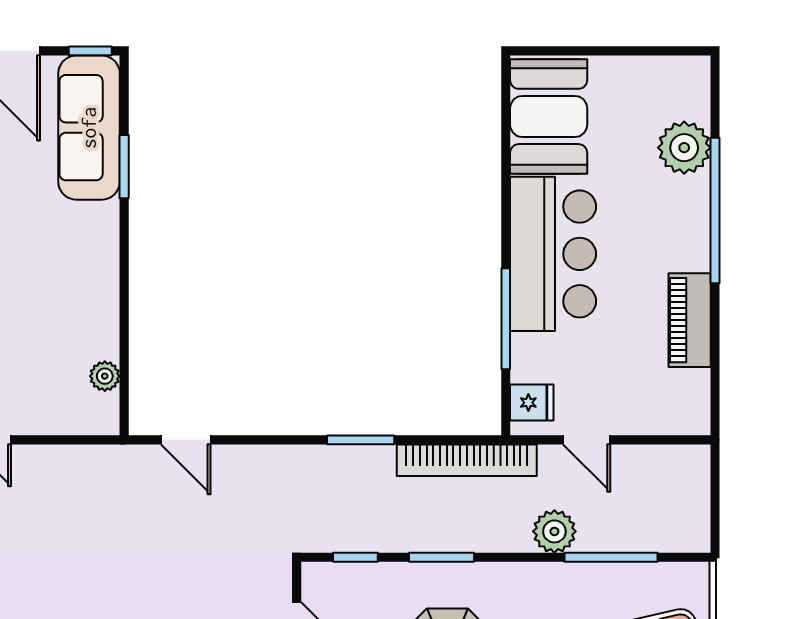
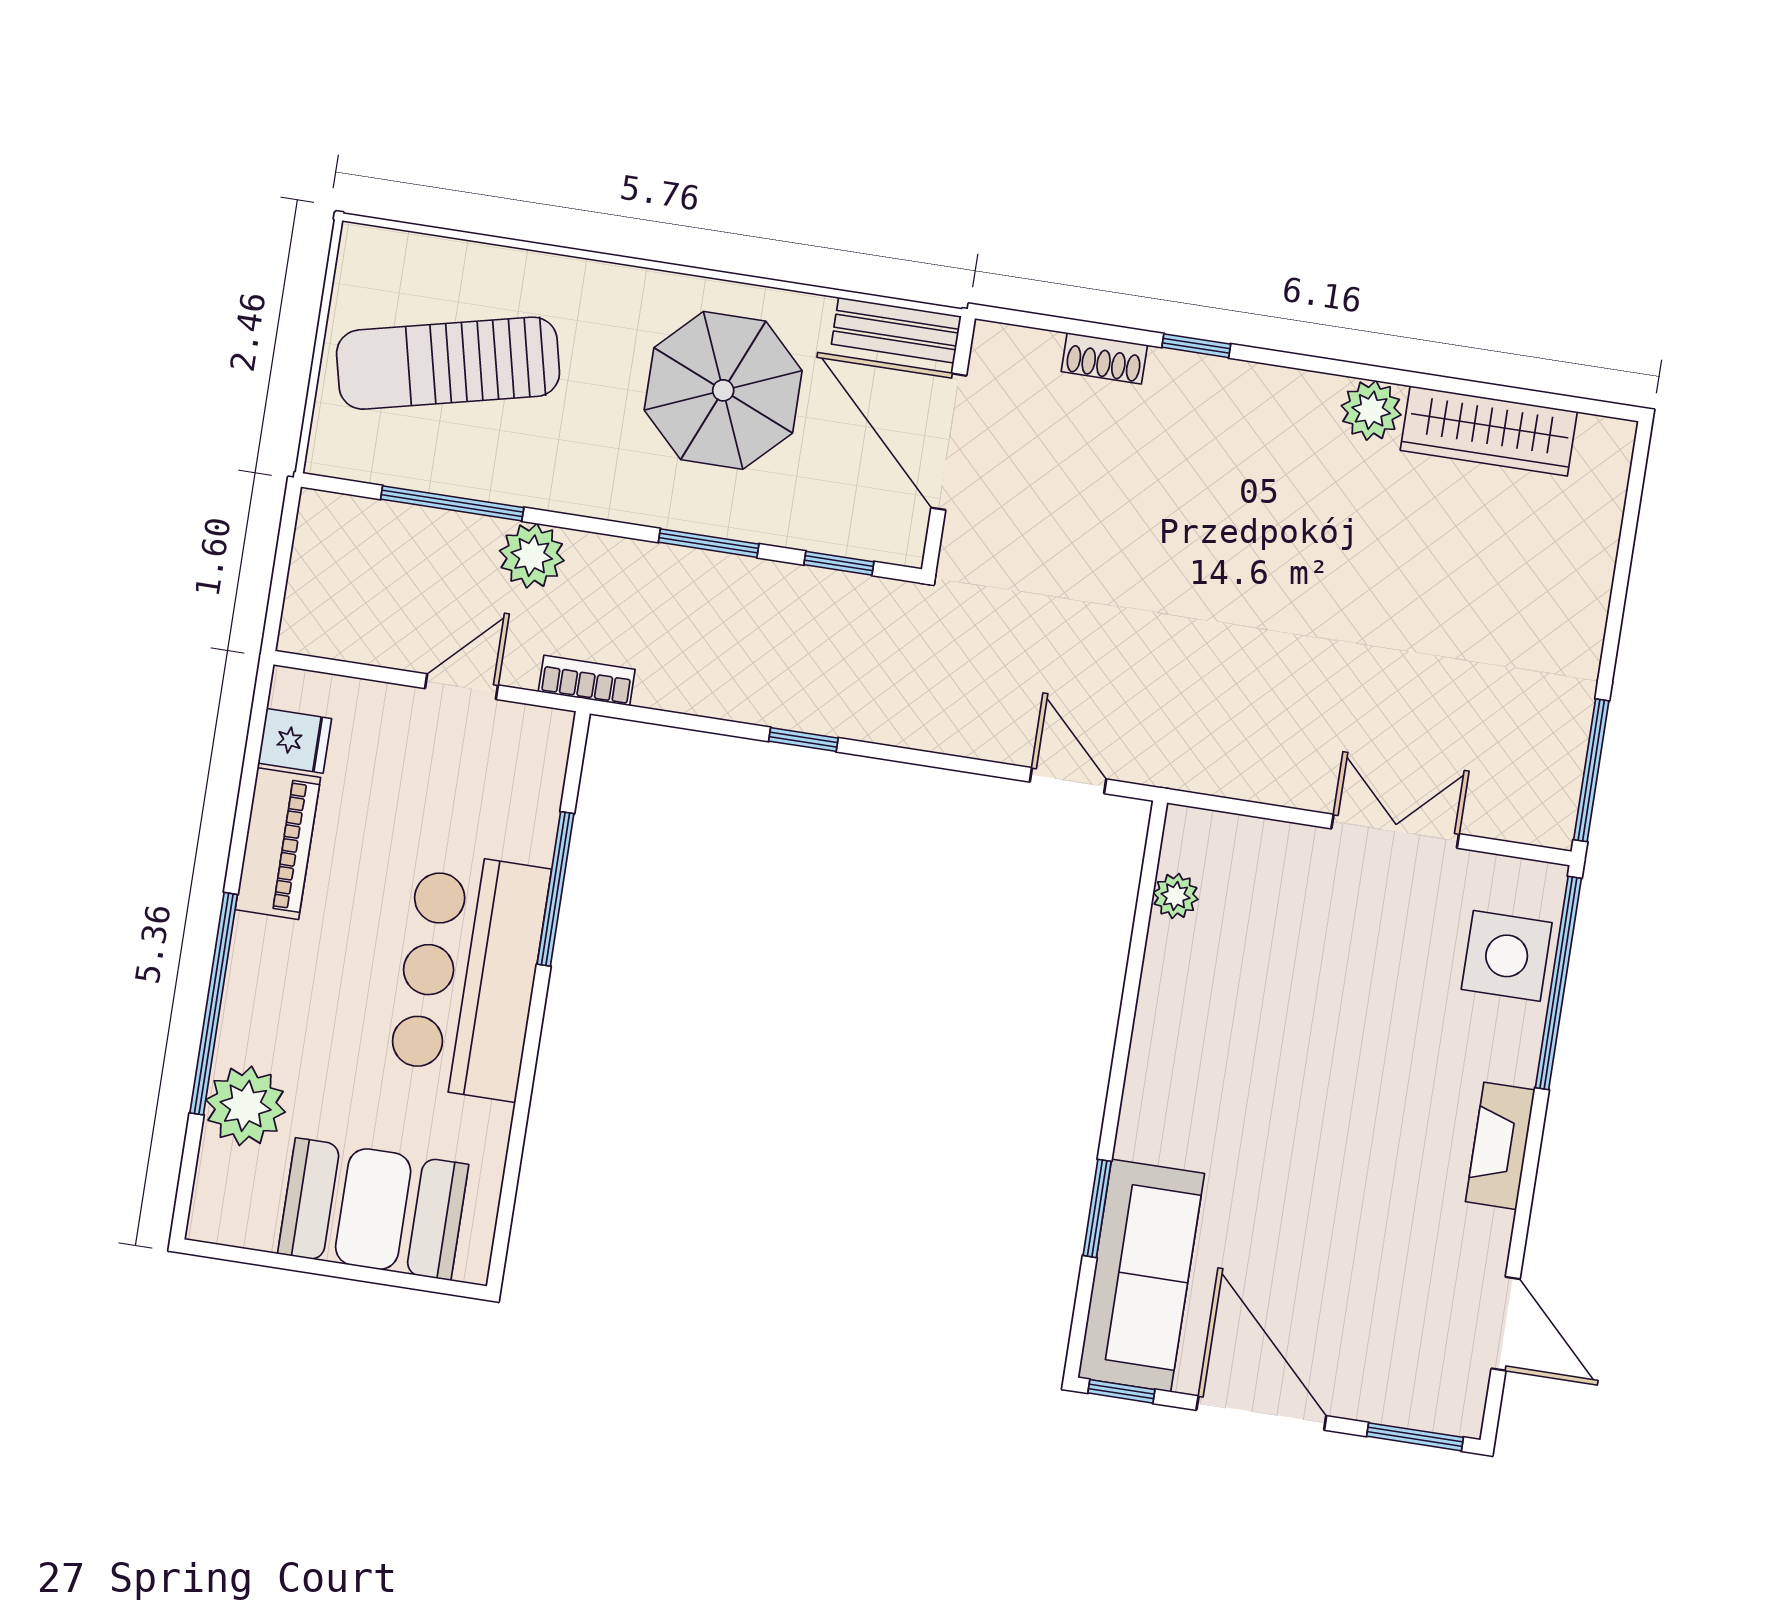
booth: (549, 116) -> (373, 1209), moved, turned 90
fridge: (532, 403) -> (295, 741), moved, turned 180
window: (361, 440) -> (803, 740), width x0.67
door: (587, 440) -> (462, 687), hinge flipped
bookcase: (467, 460) -> (587, 681), width x0.43, depth x0.76

